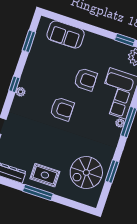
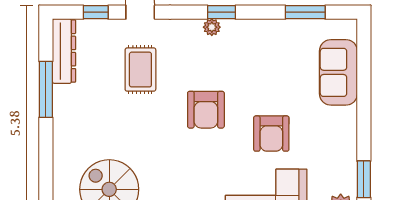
rug: (45, 175) -> (140, 70), moved
window: (38, 193) -> (46, 89), moved

